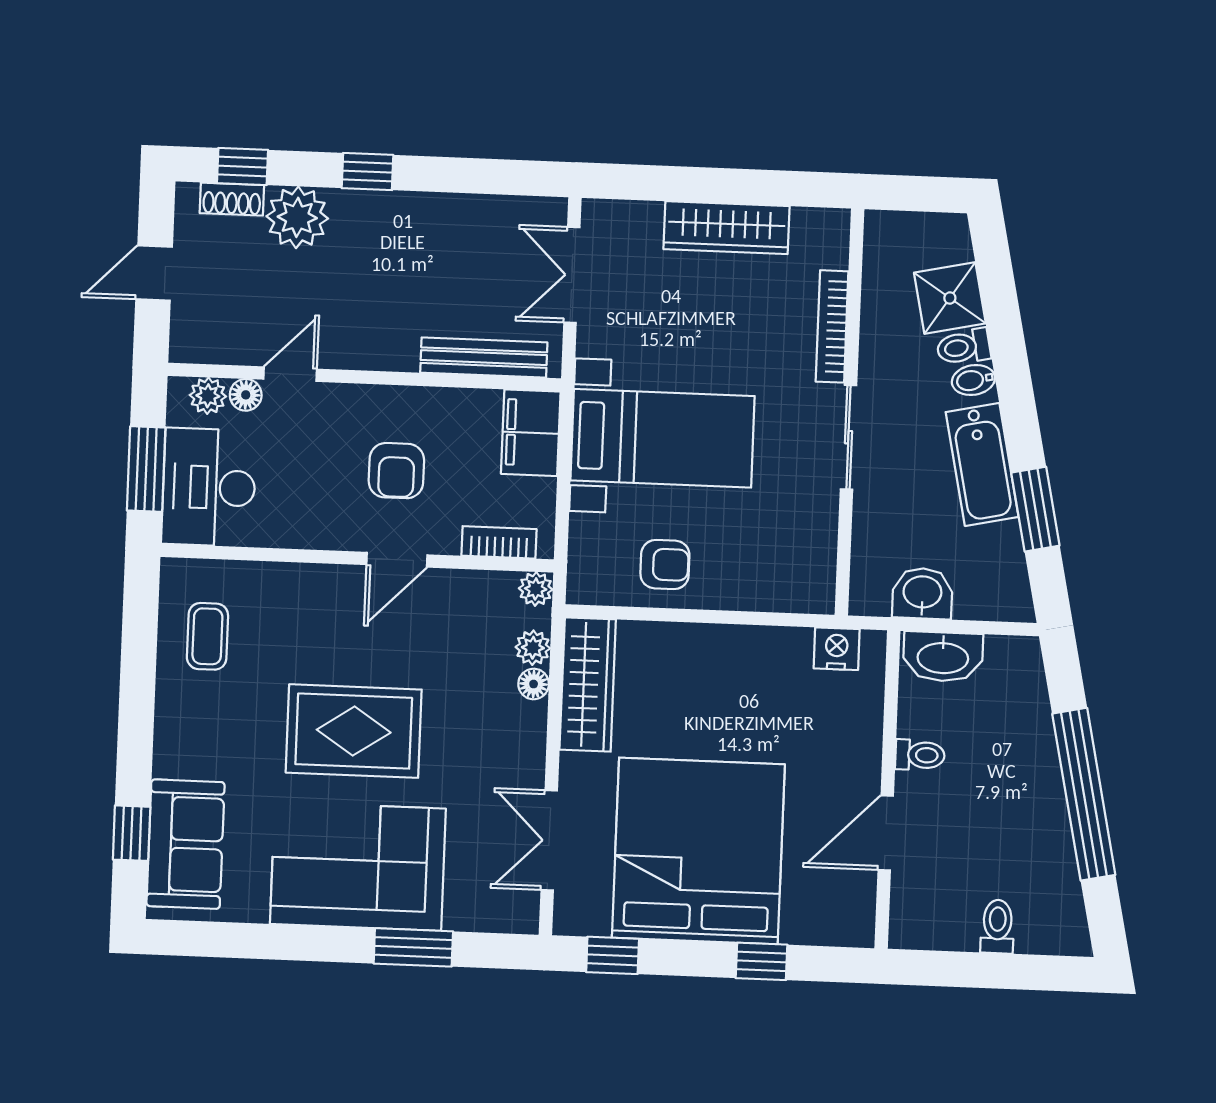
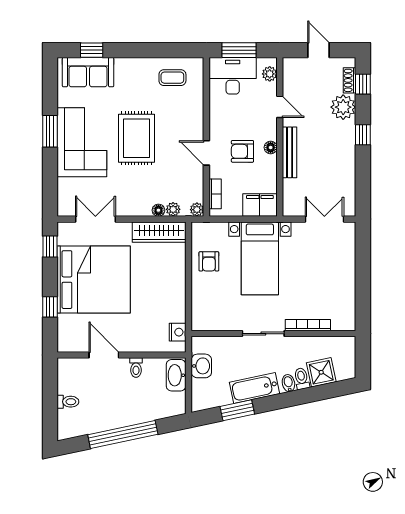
wardrobe: (726, 228) -> (346, 281), removed
bench: (484, 358) -> (290, 152), moved
floor lamp: (246, 395) -> (271, 147), moved
window: (413, 947) -> (50, 131), moved

